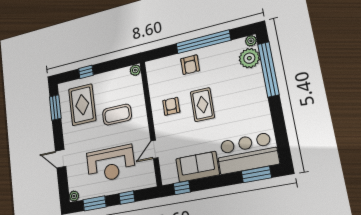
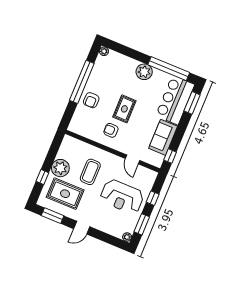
plant: (249, 58) -> (144, 72), moved
armchair: (190, 65) -> (91, 100), turned 90
window: (268, 69) -> (169, 69), moved
plant: (135, 70) -> (60, 168), moved, width x1.88, depth x1.88
rug: (202, 105) -> (124, 109), turned 90
door: (61, 159) -> (82, 228), moved
reception desk: (111, 164) -> (122, 197), turned 90

